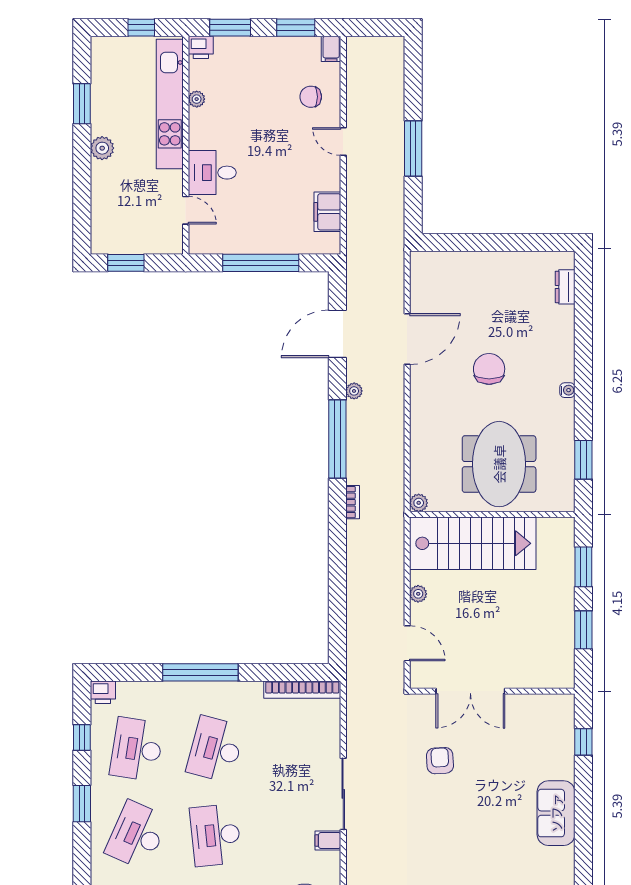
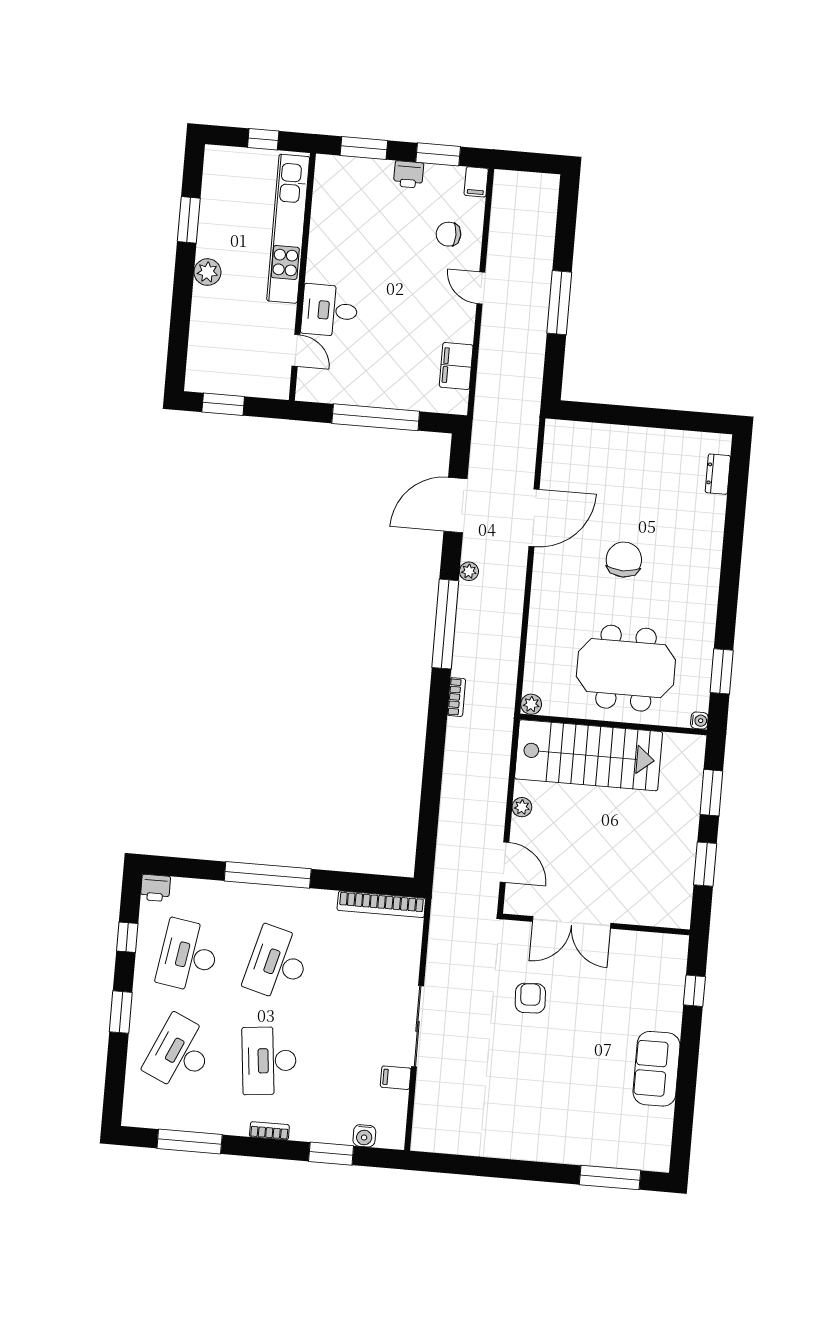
printer: (201, 47) -> (409, 174), moved
plant: (197, 99) -> (319, 226), removed
water cooler: (567, 390) -> (699, 721), moved
meeting table: (499, 464) -> (626, 668), turned 90

